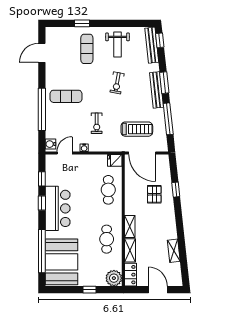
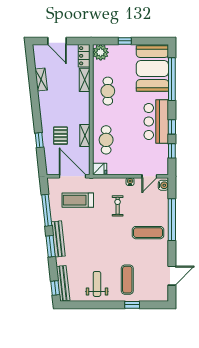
exercise bike: (117, 83) -> (97, 246), removed
shelving: (130, 226) -> (85, 135), moved

